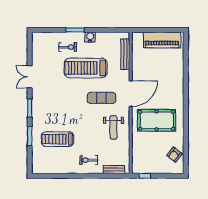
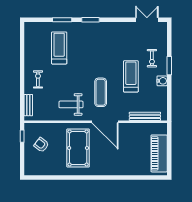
treadmill: (86, 68) -> (131, 76), width x0.73, depth x0.73
double door: (30, 77) -> (147, 20), moved
armchair: (174, 155) -> (41, 145), moved

